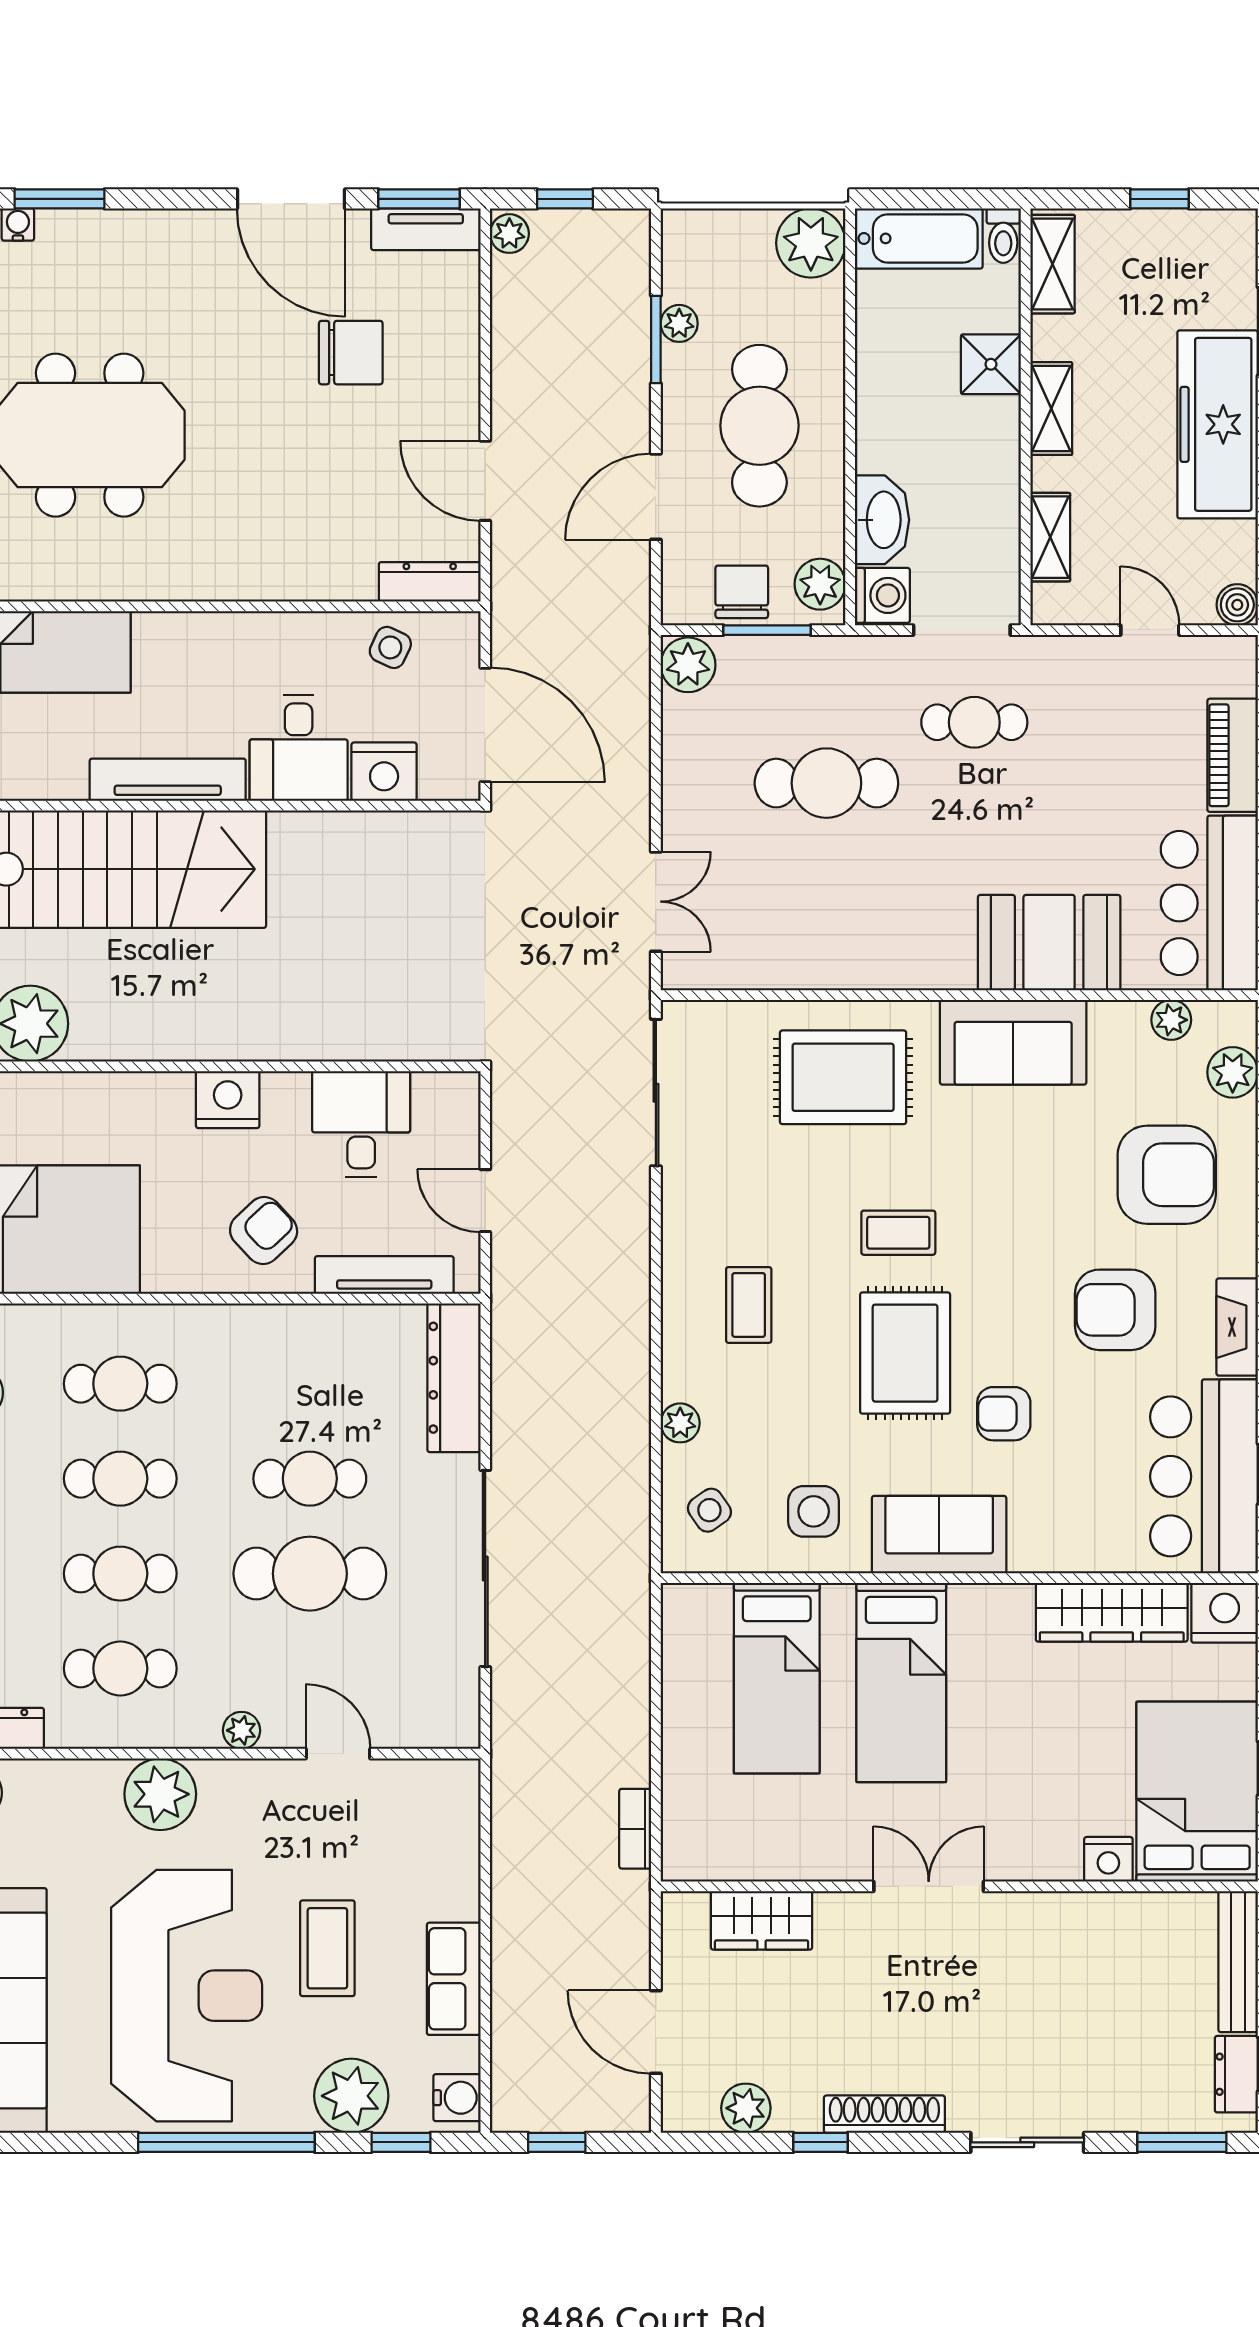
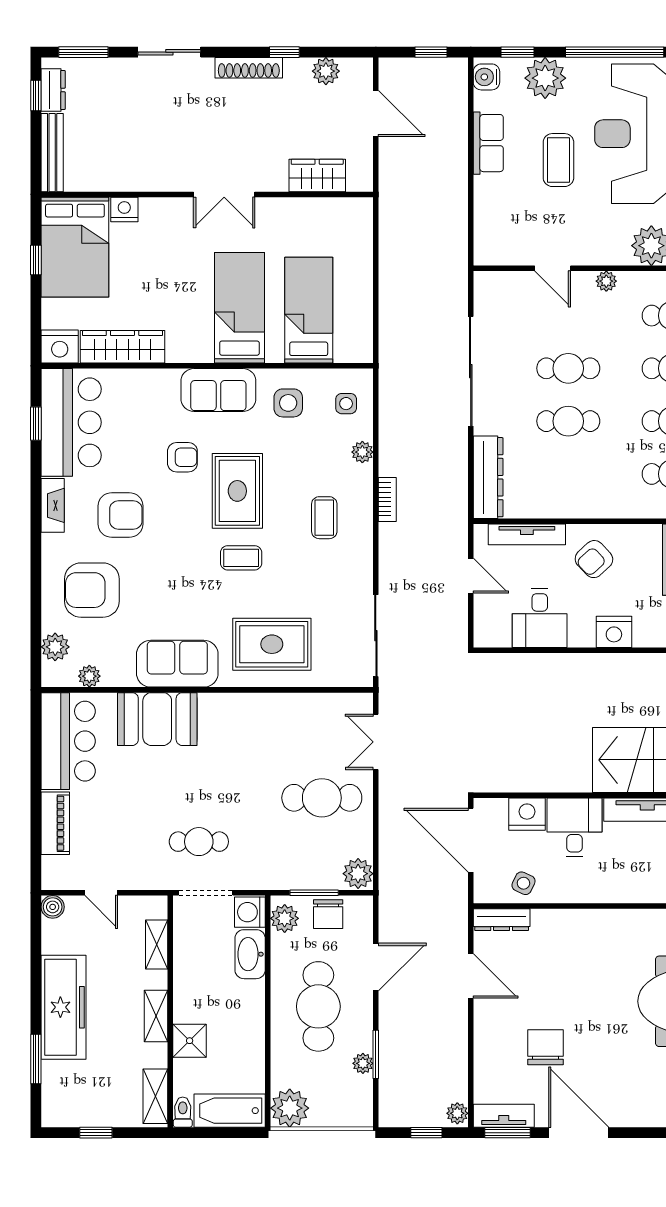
chair: (351, 353) -> (545, 1047), turned 90
cafe table: (826, 783) -> (322, 798), moved
side table: (709, 1510) -> (346, 404), turned 35
cafe table: (310, 1574) -> (568, 368), width x0.73, depth x0.74
bookcase: (635, 1829) -> (387, 499), moved

